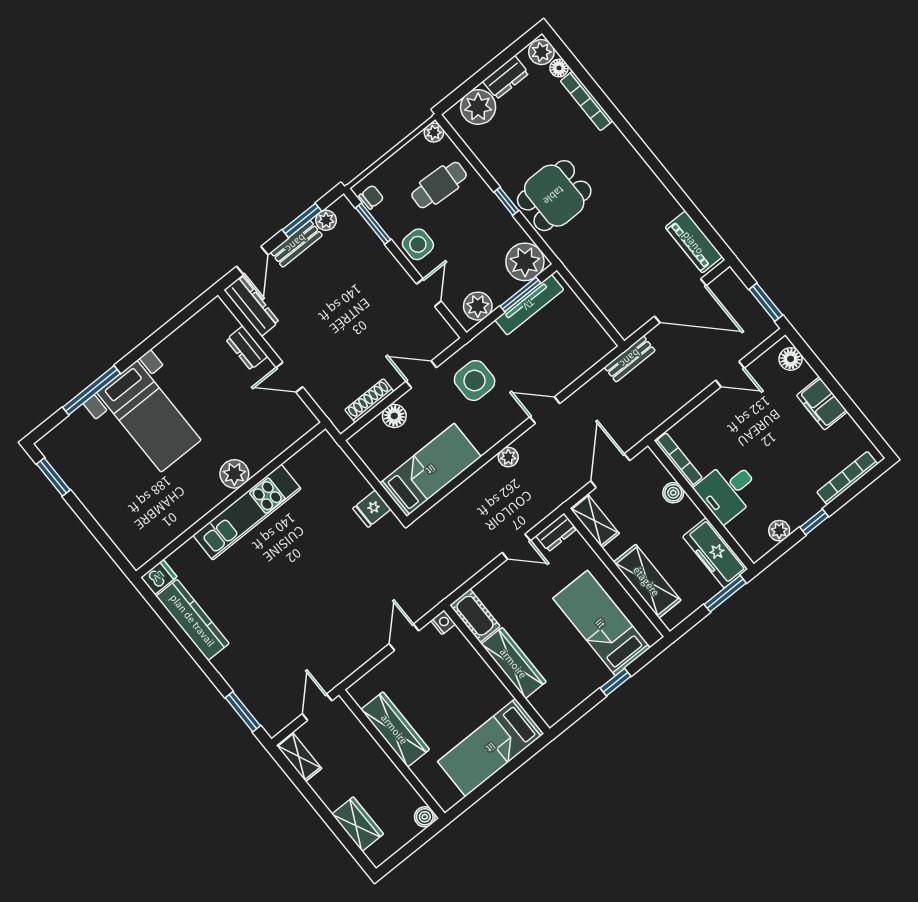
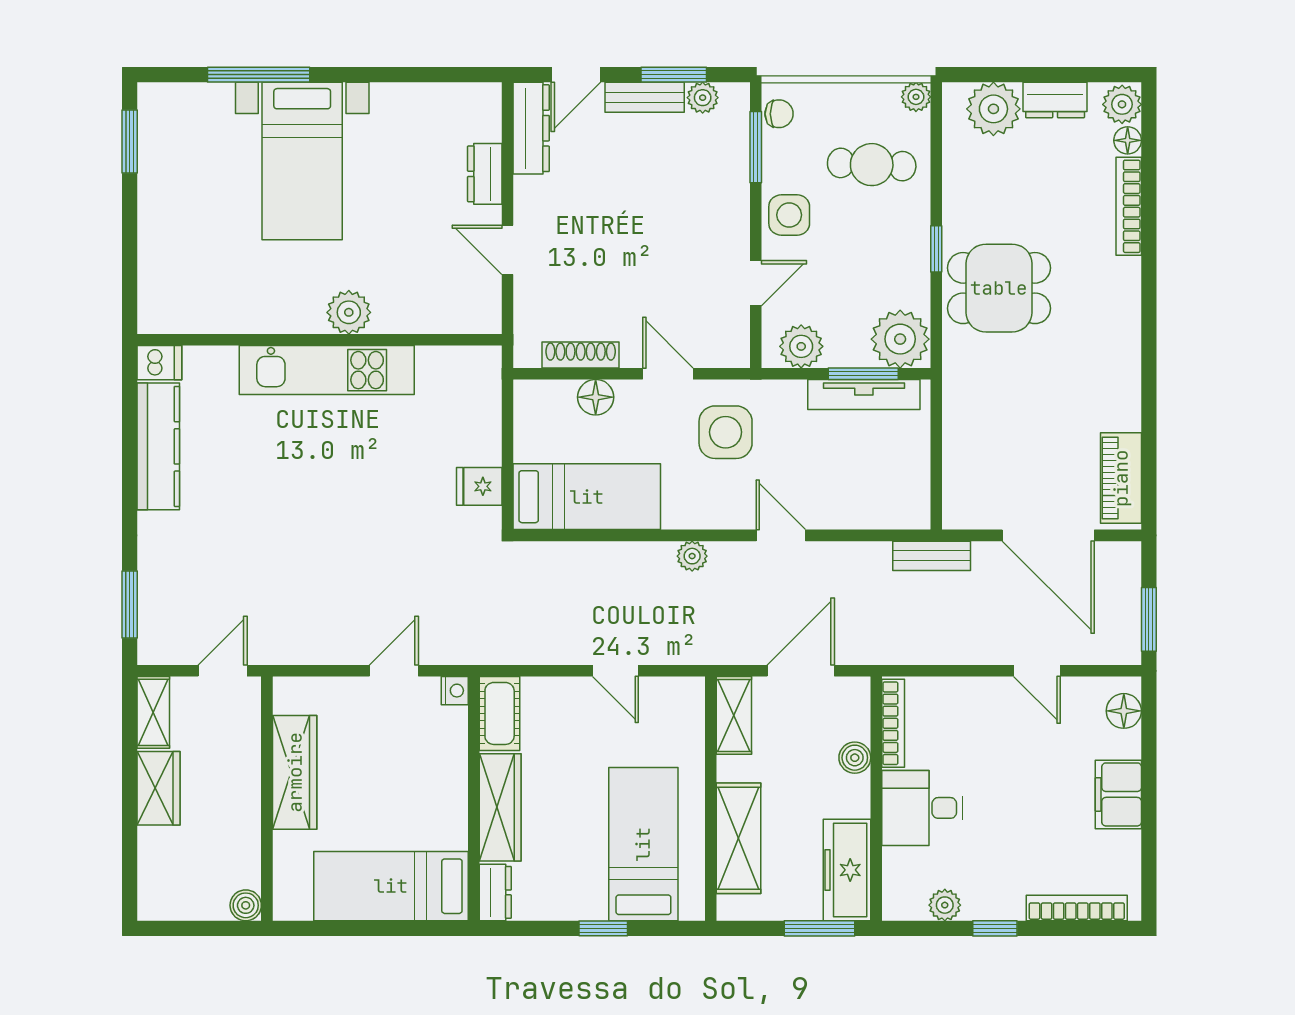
dresser: (556, 532) -> (495, 892), moved, turned -90
wardrobe: (358, 824) -> (159, 788), moved

